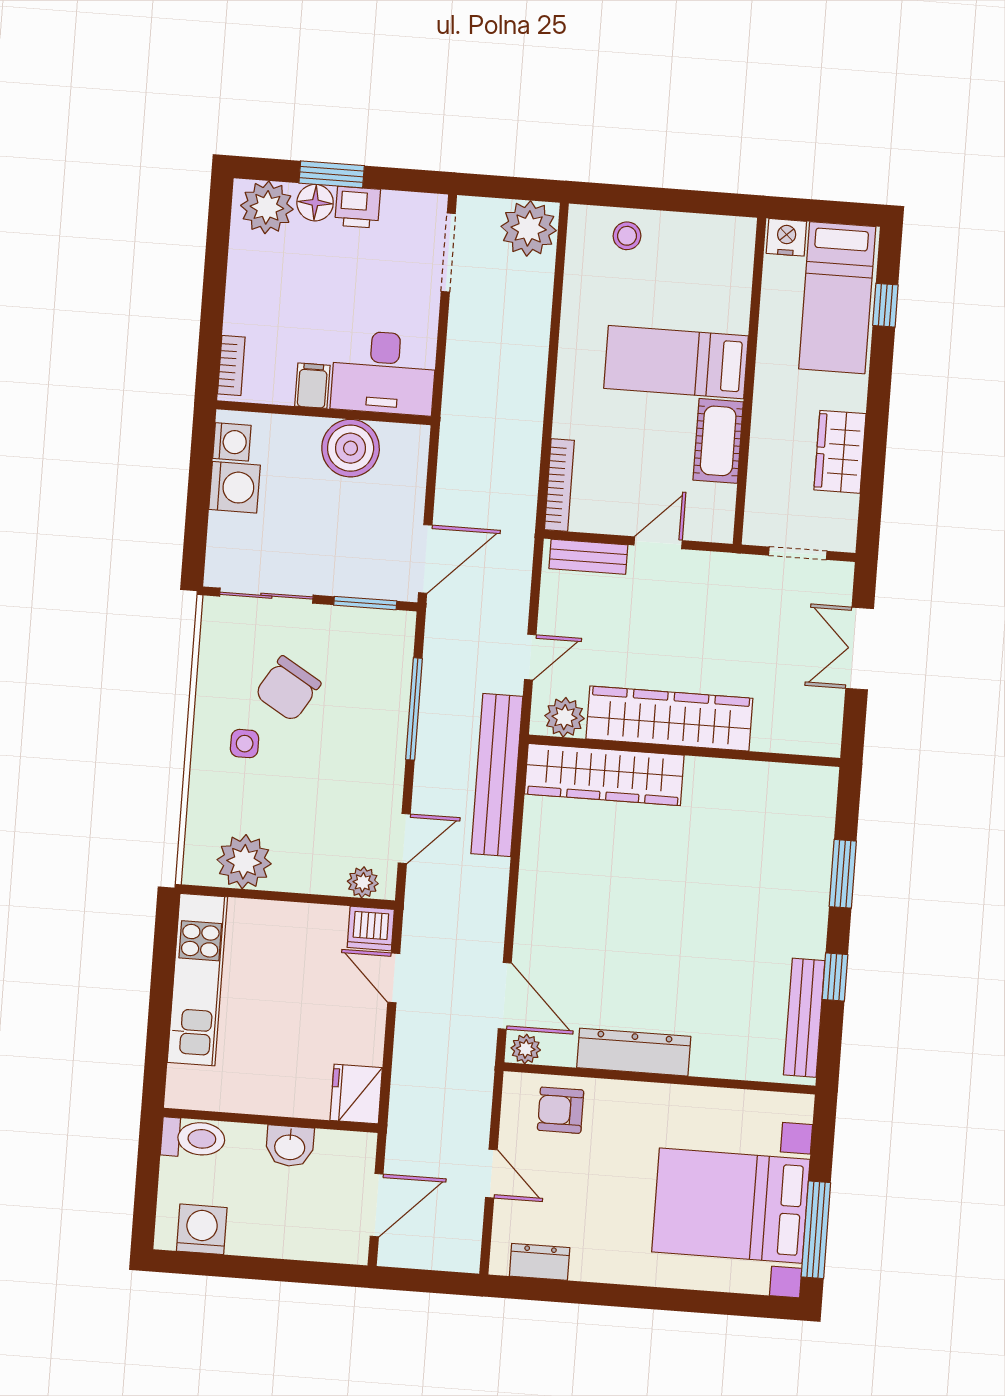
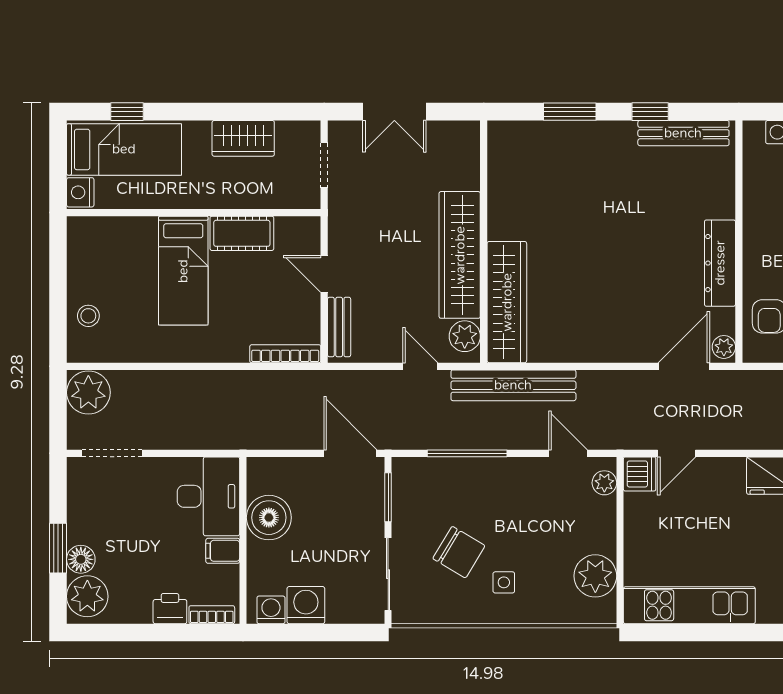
printer: (358, 207) -> (170, 609), moved, turned -90

